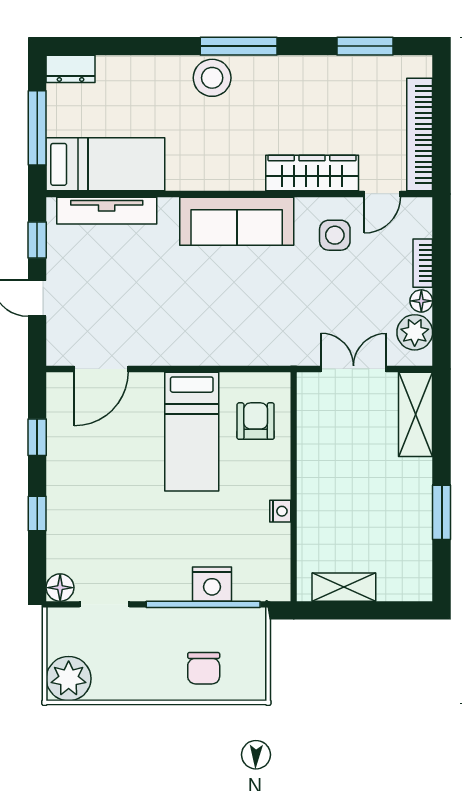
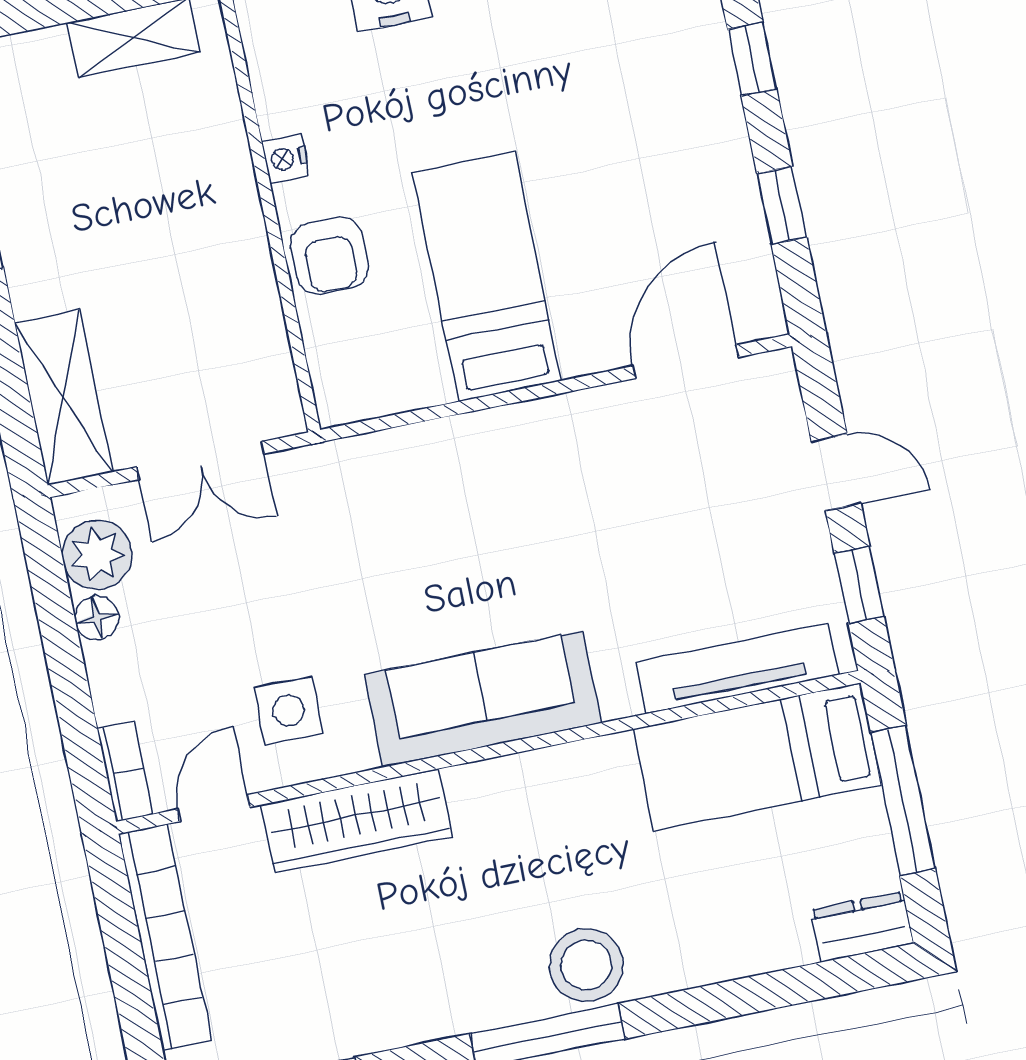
bookcase: (423, 263) -> (125, 772), moved
armchair: (256, 421) -> (329, 256), moved

